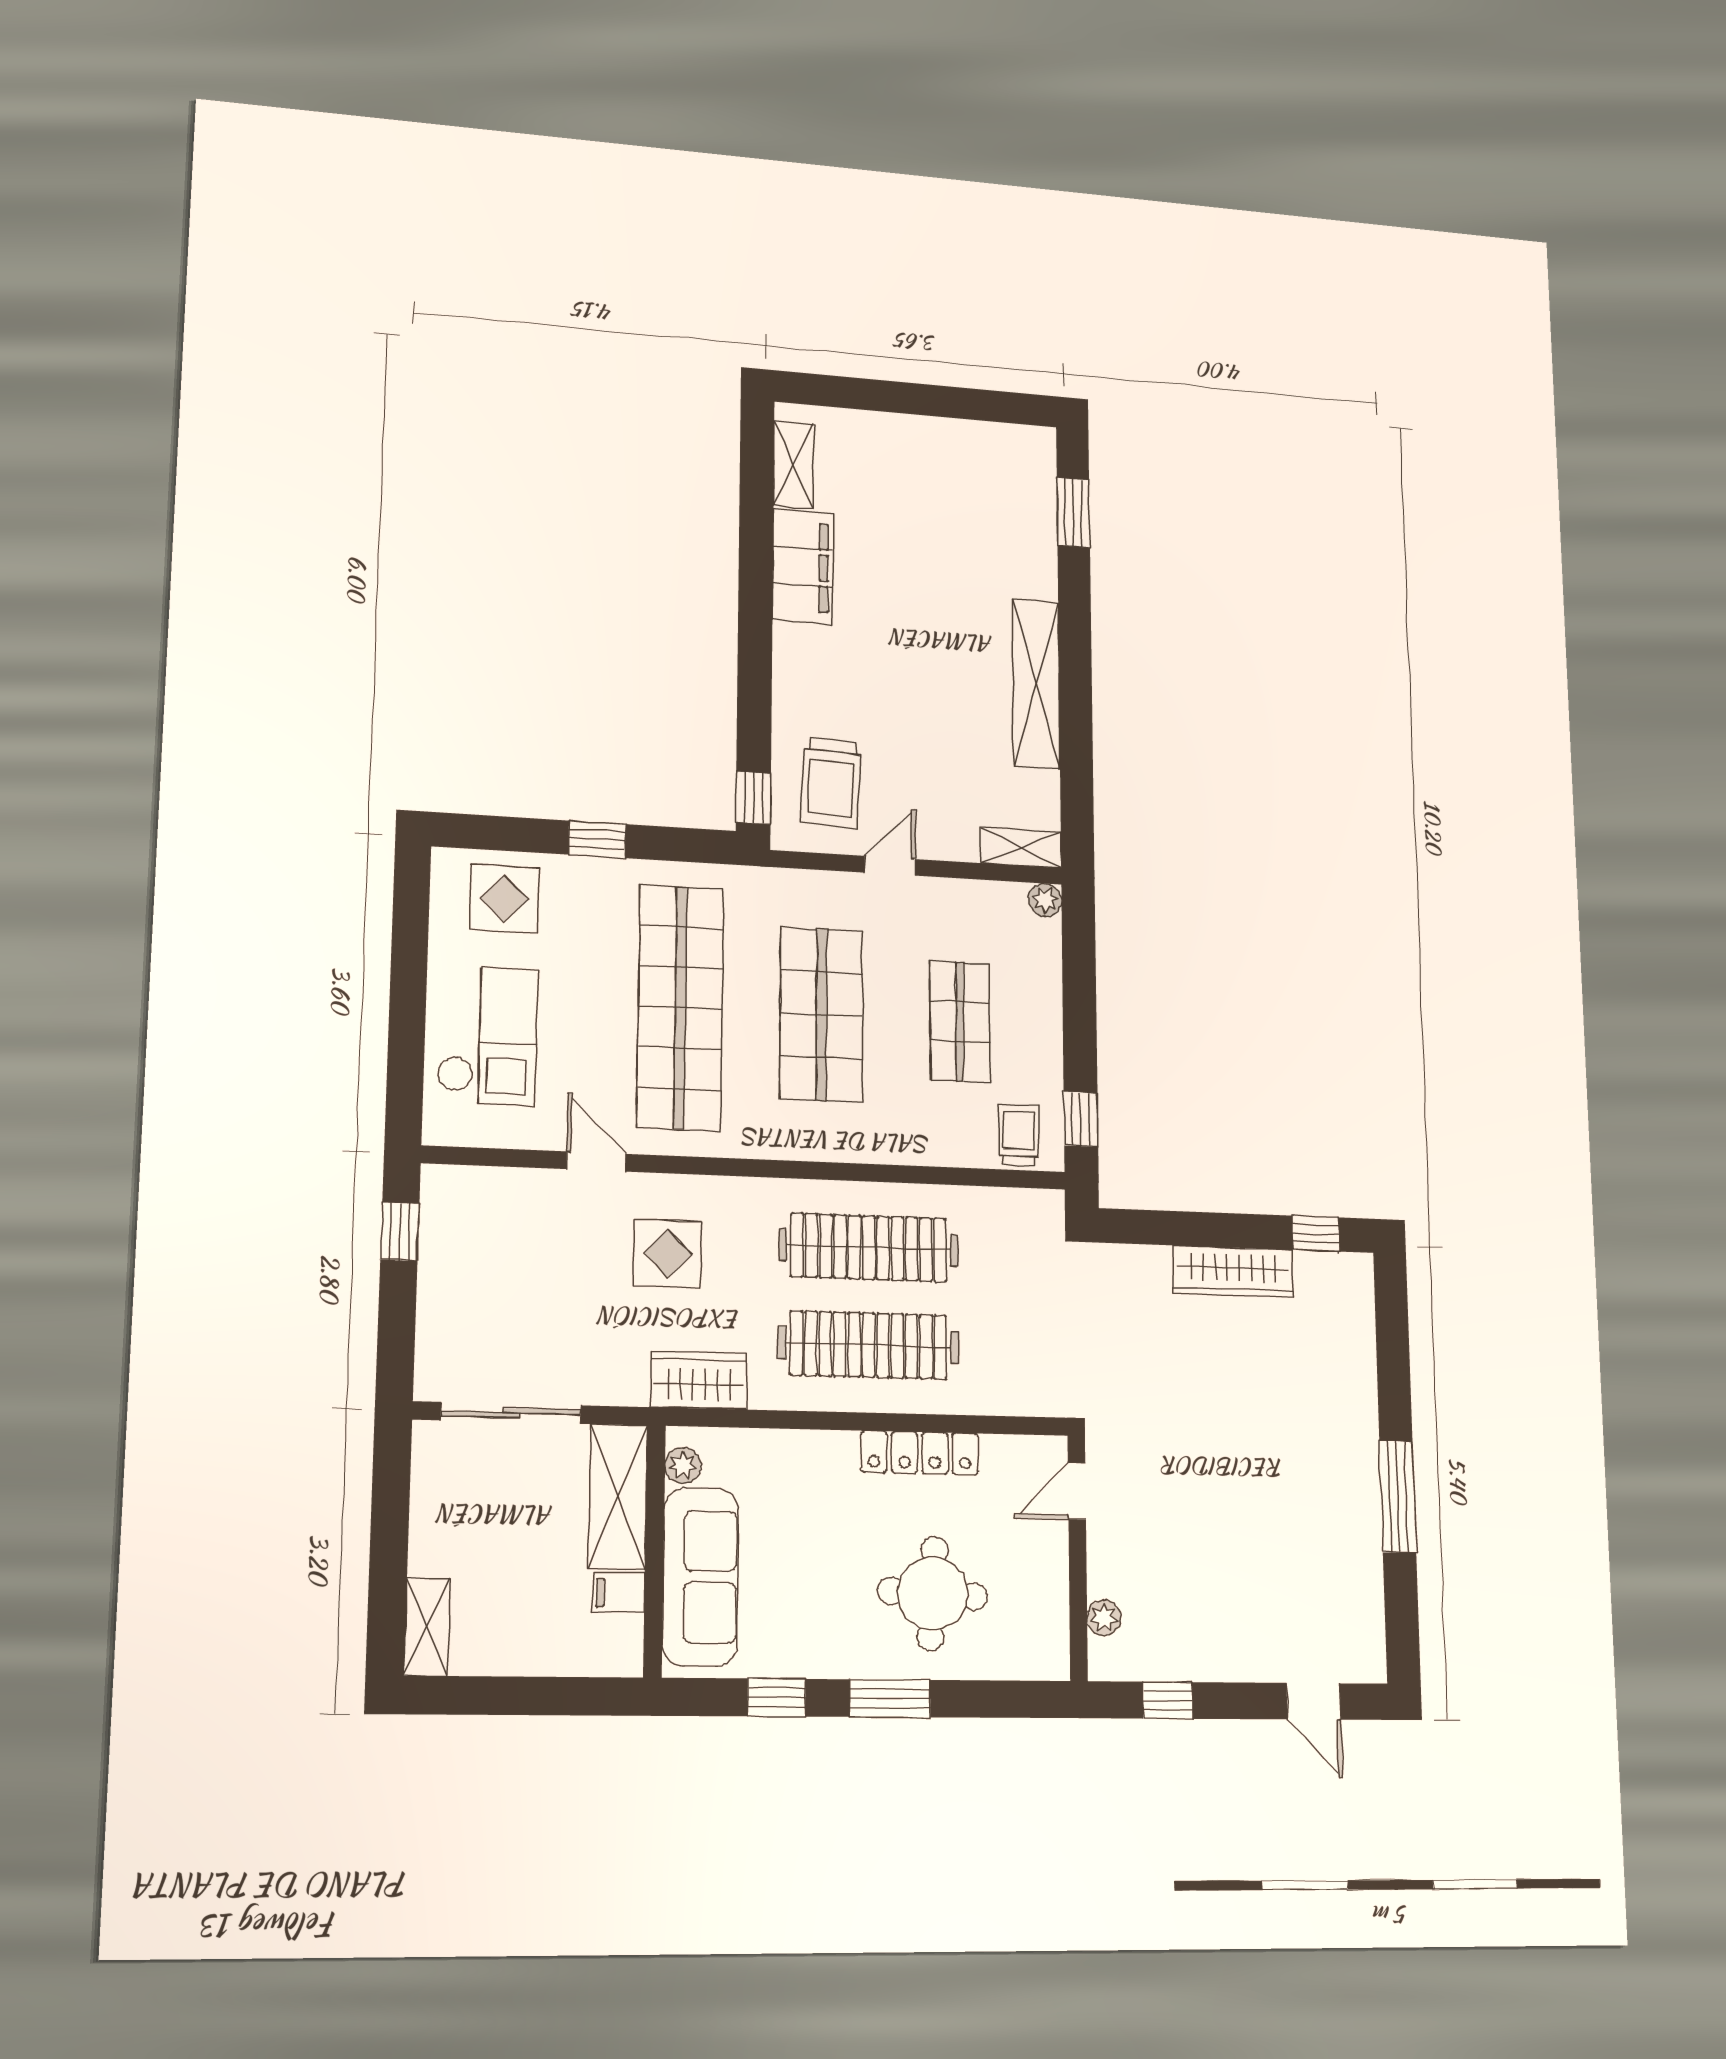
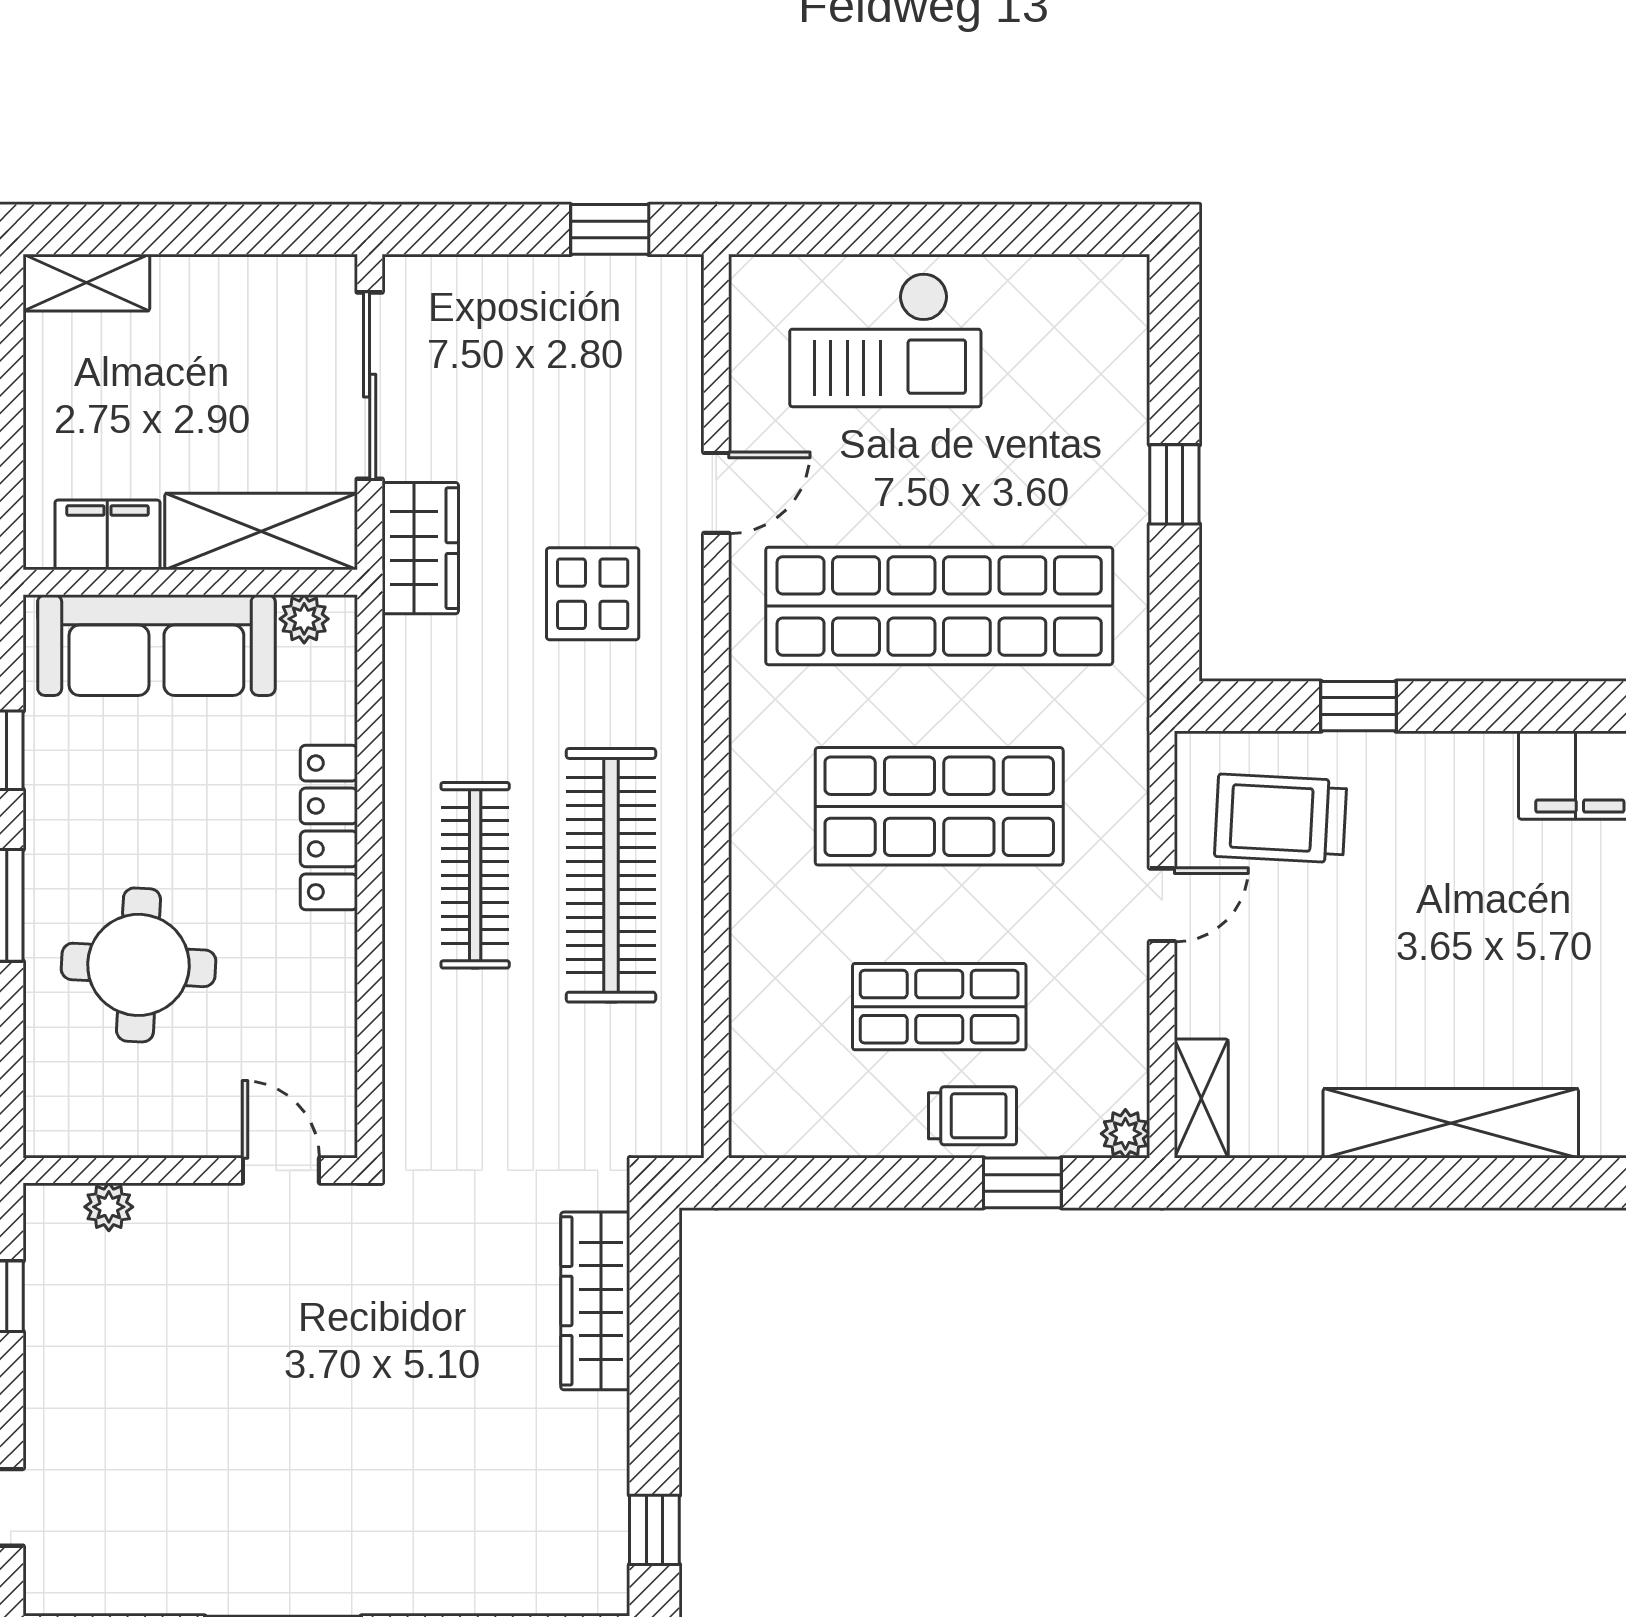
window: (753, 798) -> (1358, 706), moved
door: (890, 866) -> (1162, 905), hinge flipped
display table: (504, 899) -> (1081, 358), removed
window: (1081, 1119) -> (1022, 1183), moved
trolley: (1019, 1135) -> (973, 1116), moved
wardrobe: (1233, 1272) -> (595, 1301), moved
clothes rail: (869, 1345) -> (475, 875), width x0.73, depth x0.76
wardrobe: (699, 1380) -> (420, 548), moved
locker: (920, 1453) -> (329, 827), moved
filing cabinet: (619, 1593) -> (107, 535), width x2.00

